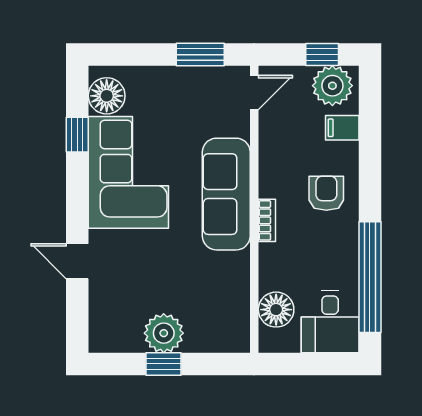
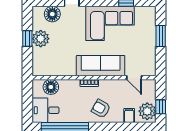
window: (200, 55) -> (161, 36), moved
door: (254, 93) -> (134, 78), moved
floor lamp: (107, 96) -> (52, 14), moved
armchair: (326, 193) -> (101, 109), turned -150

